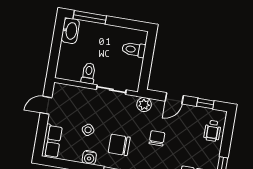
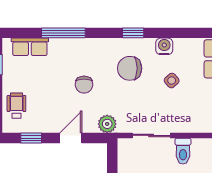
chair: (119, 145) -> (130, 68), turned 180

